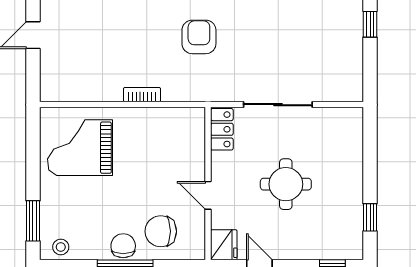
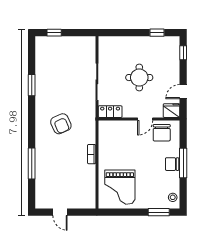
armchair: (199, 37) -> (61, 124), turned -114
chair: (161, 231) -> (162, 133), moved

